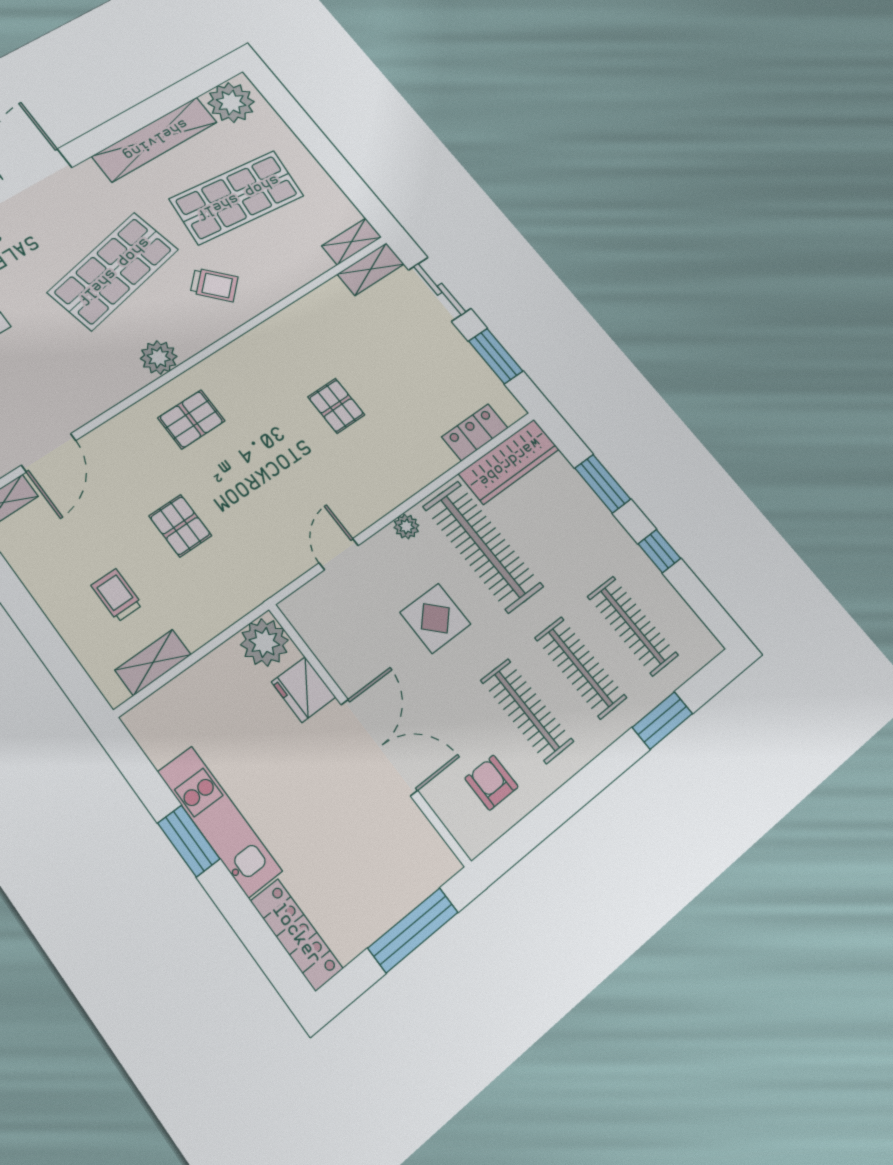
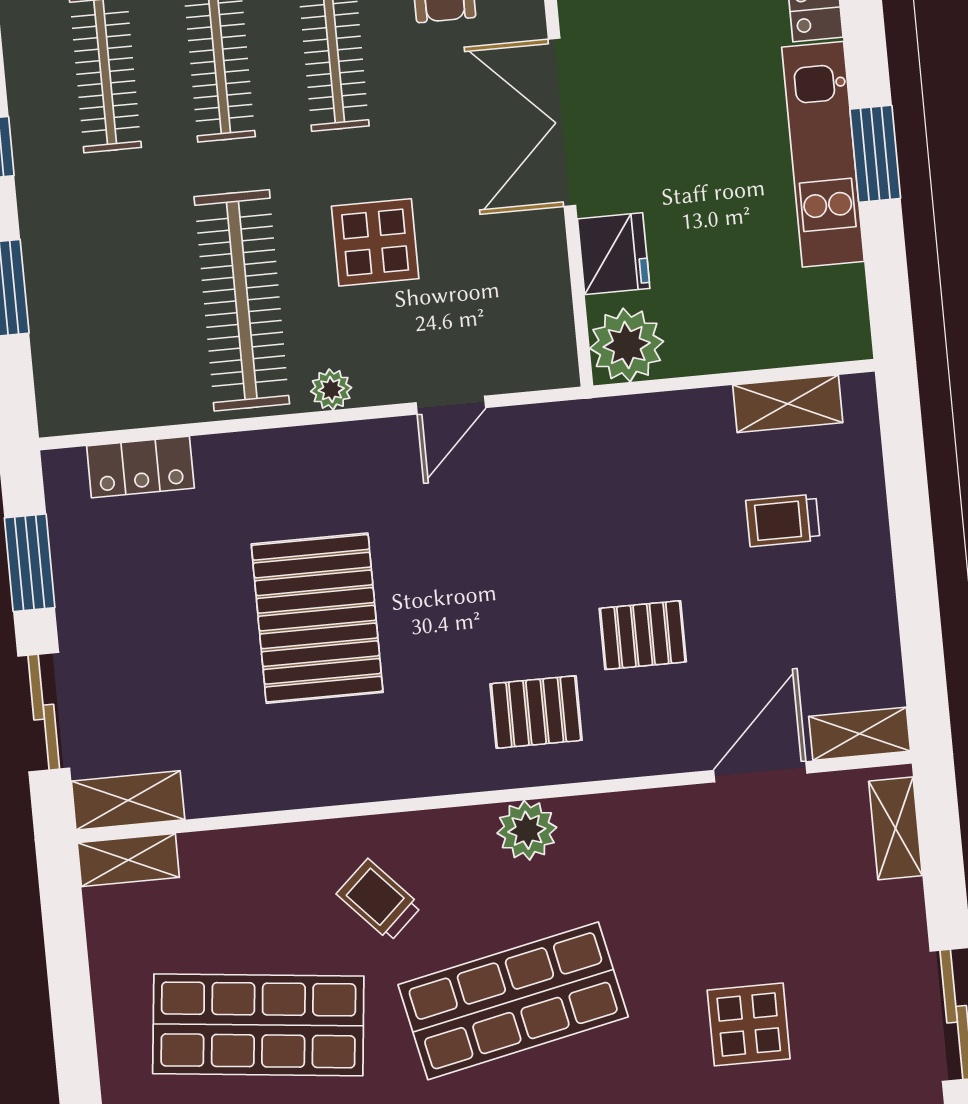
pallet: (336, 406) -> (317, 618), width x2.05, depth x2.00
wardrobe: (509, 461) -> (120, 397), removed
pallet: (180, 526) -> (643, 635), moved, turned 90
trolley: (117, 595) -> (783, 520), turned 90

